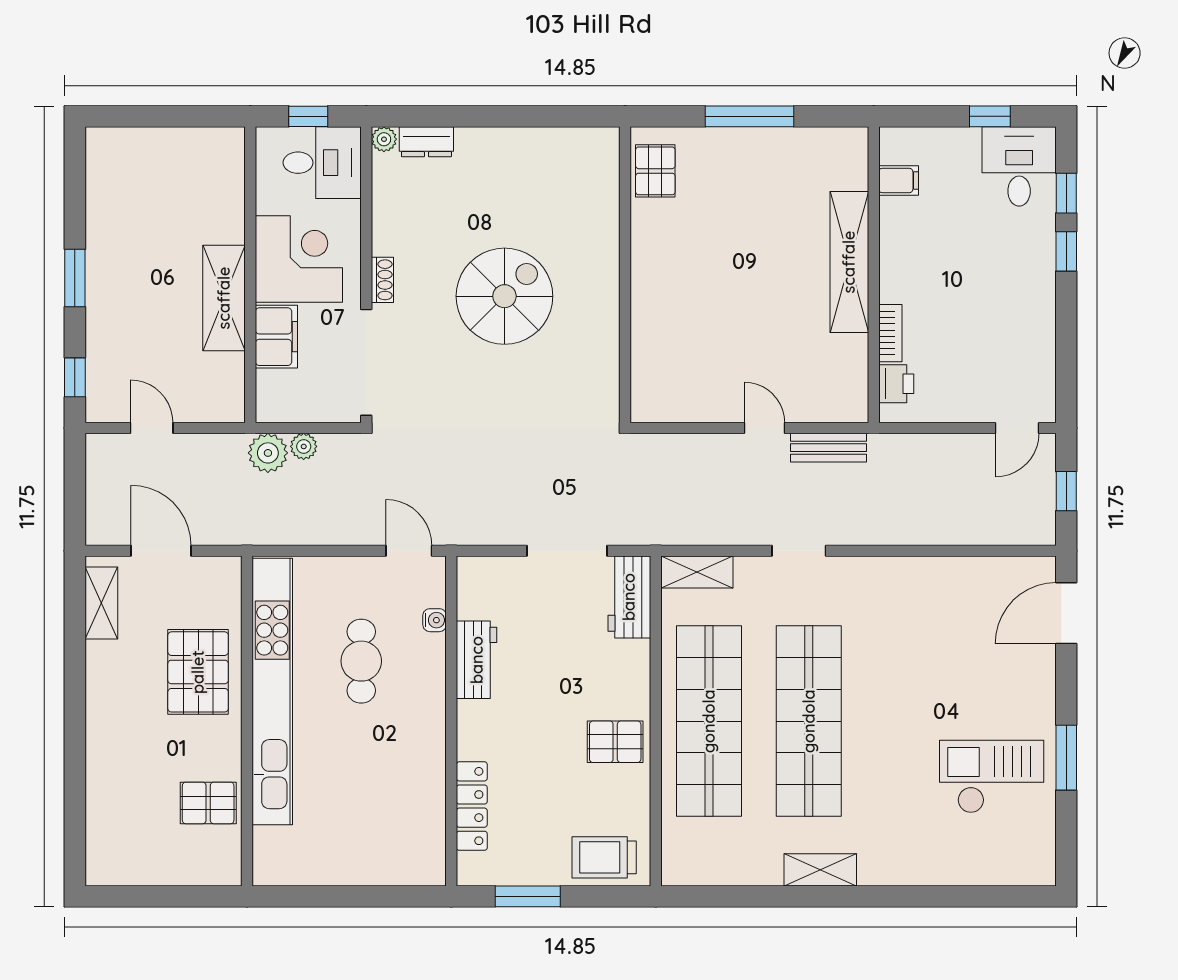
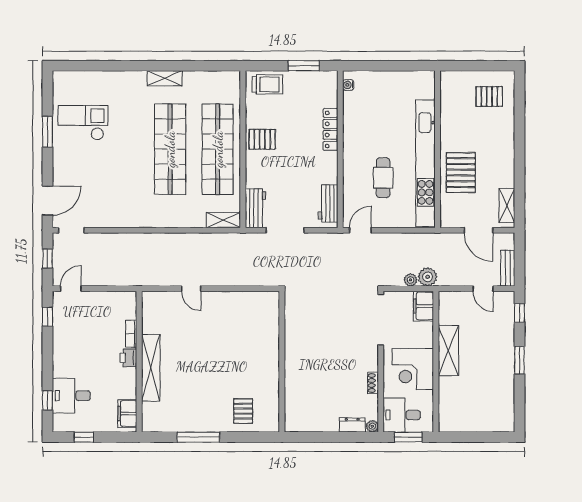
window: (308, 116) -> (408, 437), width x1.50
desk: (1019, 166) -> (71, 396), moved, turned 90
filing cabinet: (899, 180) -> (127, 414), width x2.00
window: (1066, 251) -> (47, 317), moved
wall: (625, 275) -> (282, 362), moved
shoe rack: (382, 280) -> (373, 383), moved
spiral stairs: (504, 296) -> (315, 351), removed
filing cabinet: (276, 337) -> (423, 306), moved
printer: (896, 384) -> (128, 358), moved
bench: (828, 448) -> (508, 268), moved, turned 90
door: (409, 551) -> (360, 230), swing flipped
doorway: (799, 551) -> (71, 230), moved
water cooler: (435, 620) -> (348, 85), moved
workbench: (477, 660) -> (328, 203), moved
checkout: (992, 777) -> (83, 123), turned 180
pallet: (208, 803) -> (489, 96), moved
locker: (472, 806) -> (331, 129), moved

